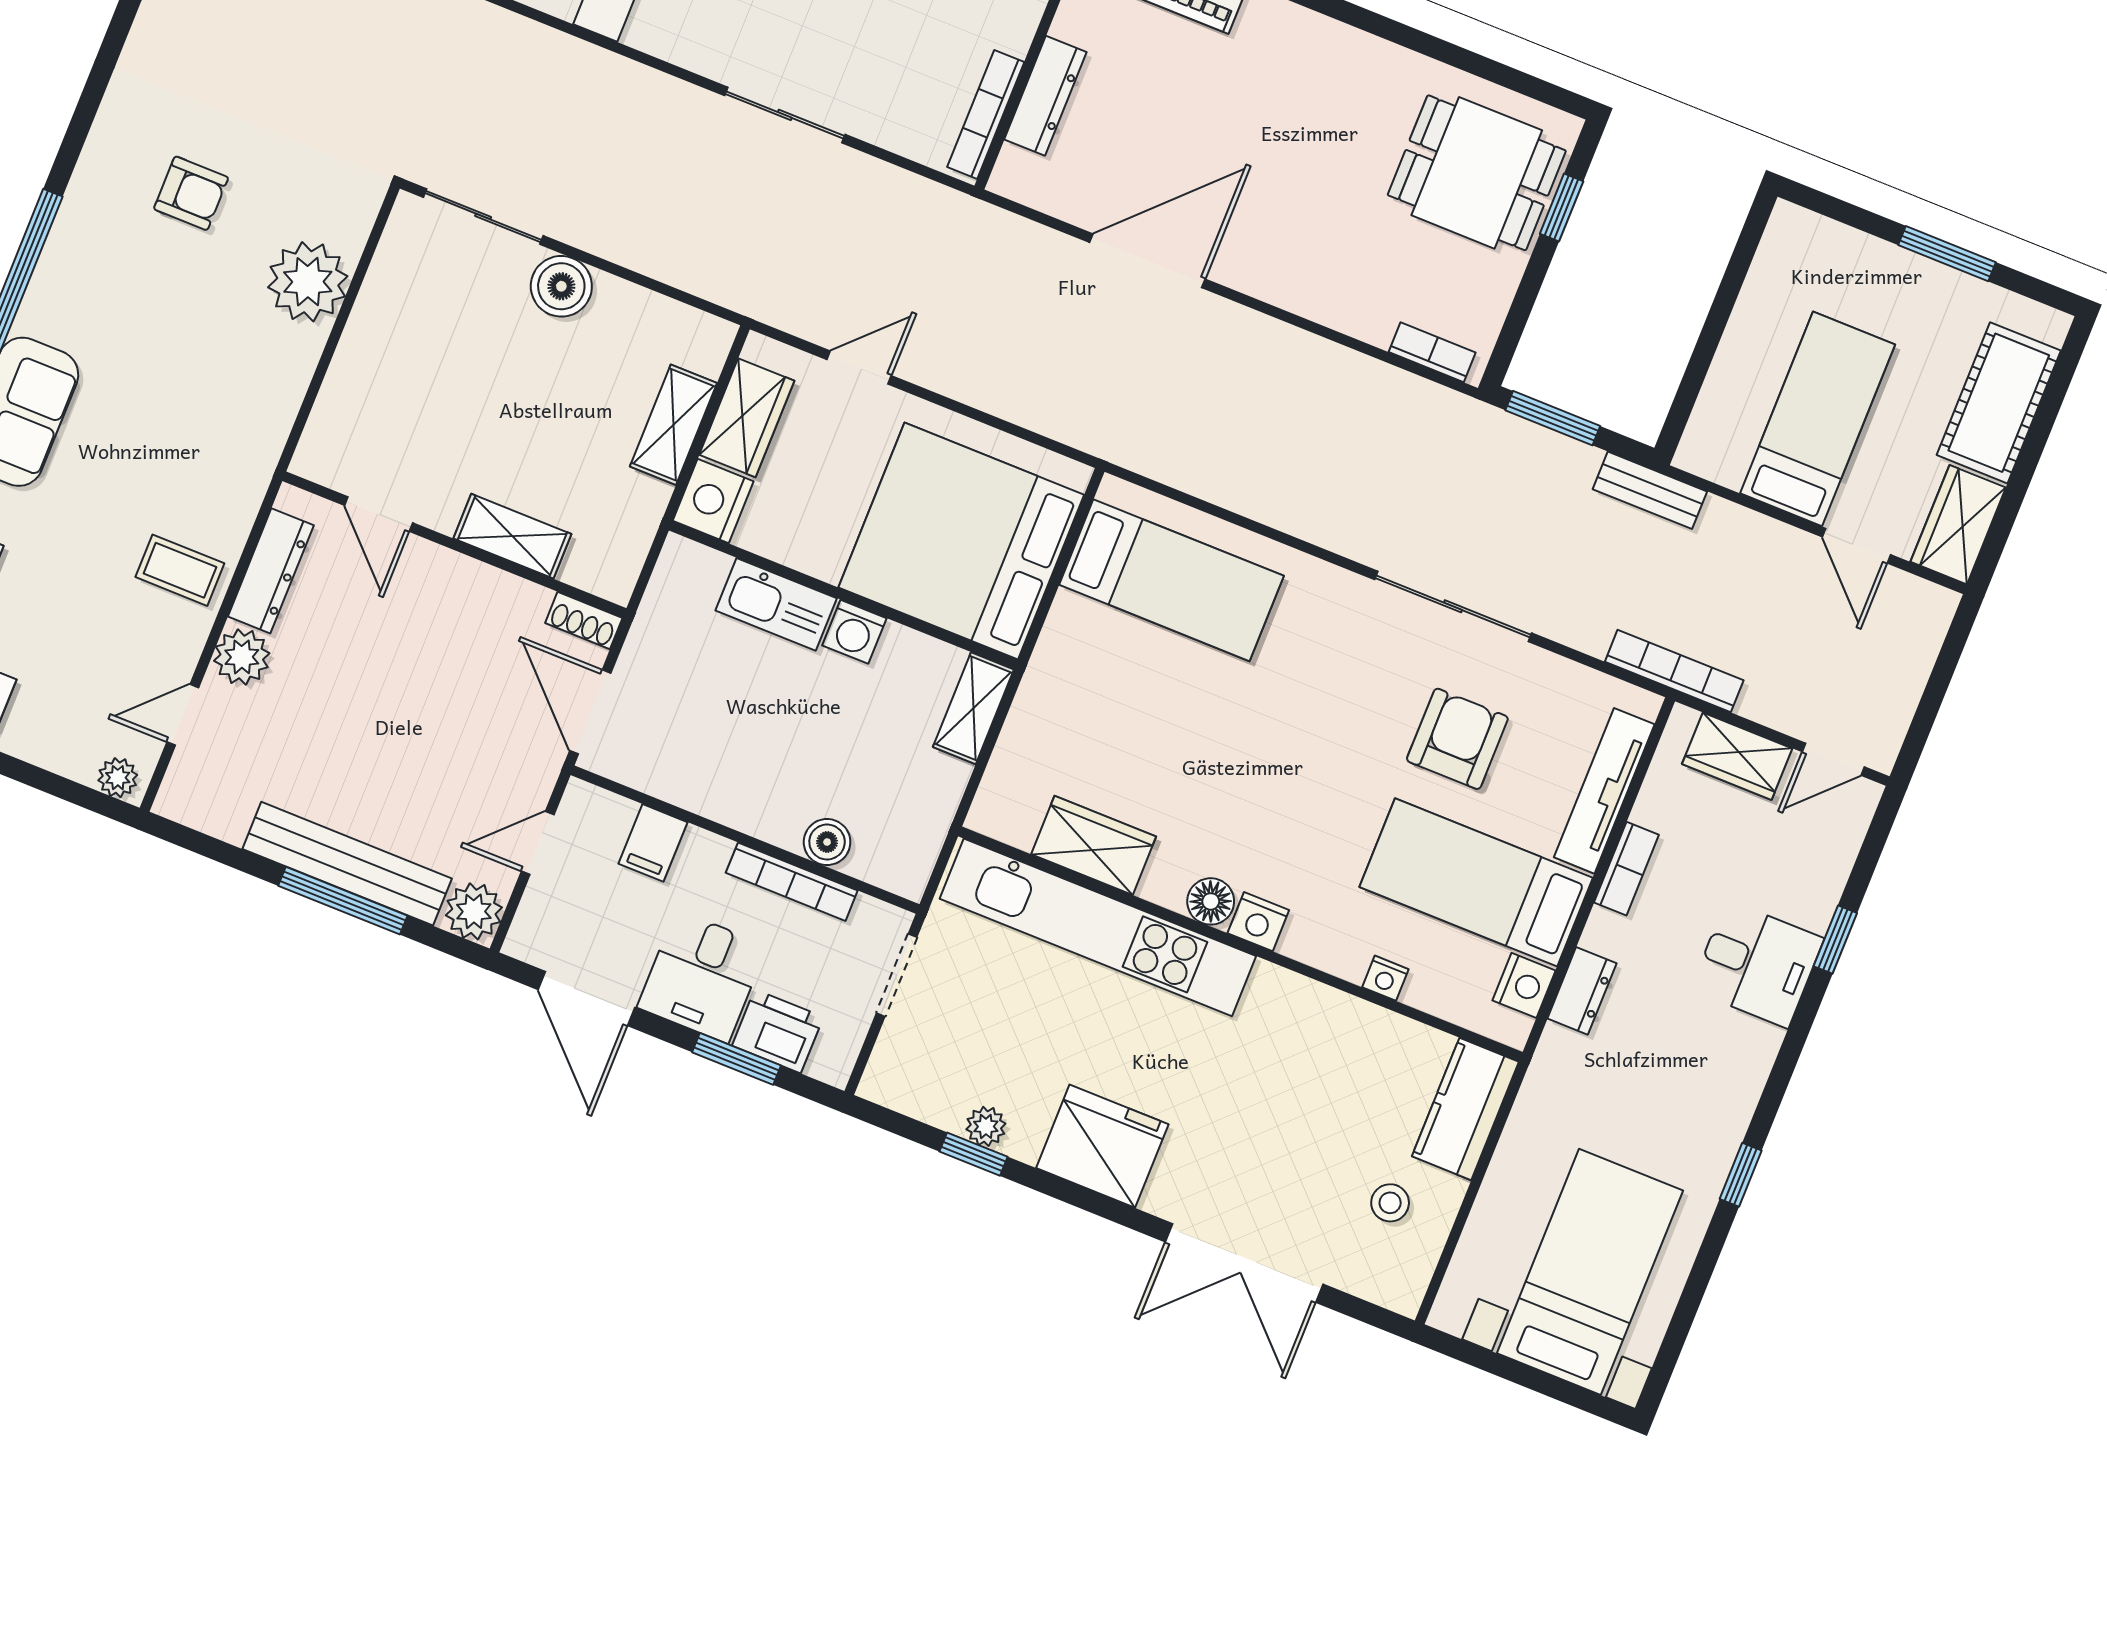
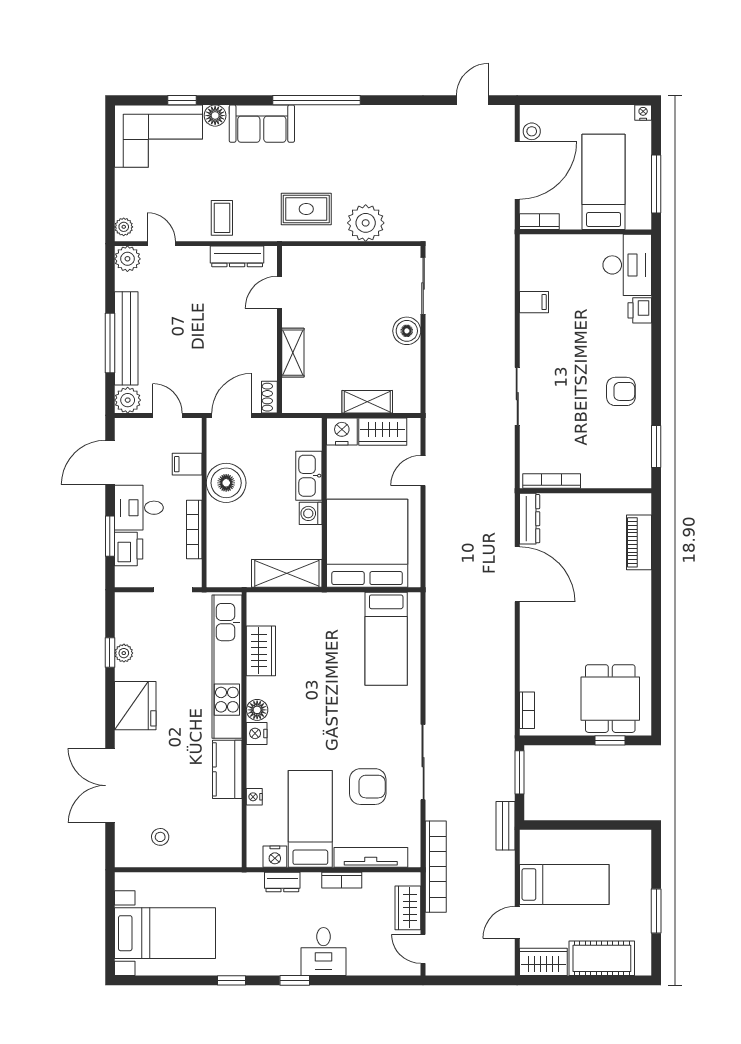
dresser: (1045, 96) -> (530, 519), moved, turned -90
armchair: (191, 193) -> (383, 159), removed
door: (859, 368) -> (423, 471), swing flipped
rug: (231, 391) -> (306, 209), added
plant: (242, 657) -> (127, 259), moved
bookcase: (1674, 671) -> (436, 867), width x1.48, depth x1.31
shelving: (973, 708) -> (287, 573), width x1.50, depth x1.33
boiler: (827, 842) -> (226, 483), moved, width x1.86, depth x1.86
window: (1835, 940) -> (295, 980), moved
kitchen counter: (1465, 1109) -> (227, 769), moved, turned -90

